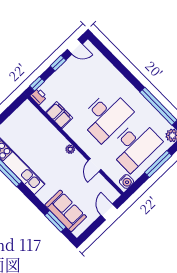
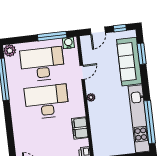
window: (158, 164) -> (52, 36), moved
sofa: (66, 211) -> (129, 62), width x1.36
window: (91, 229) -> (120, 28), added

